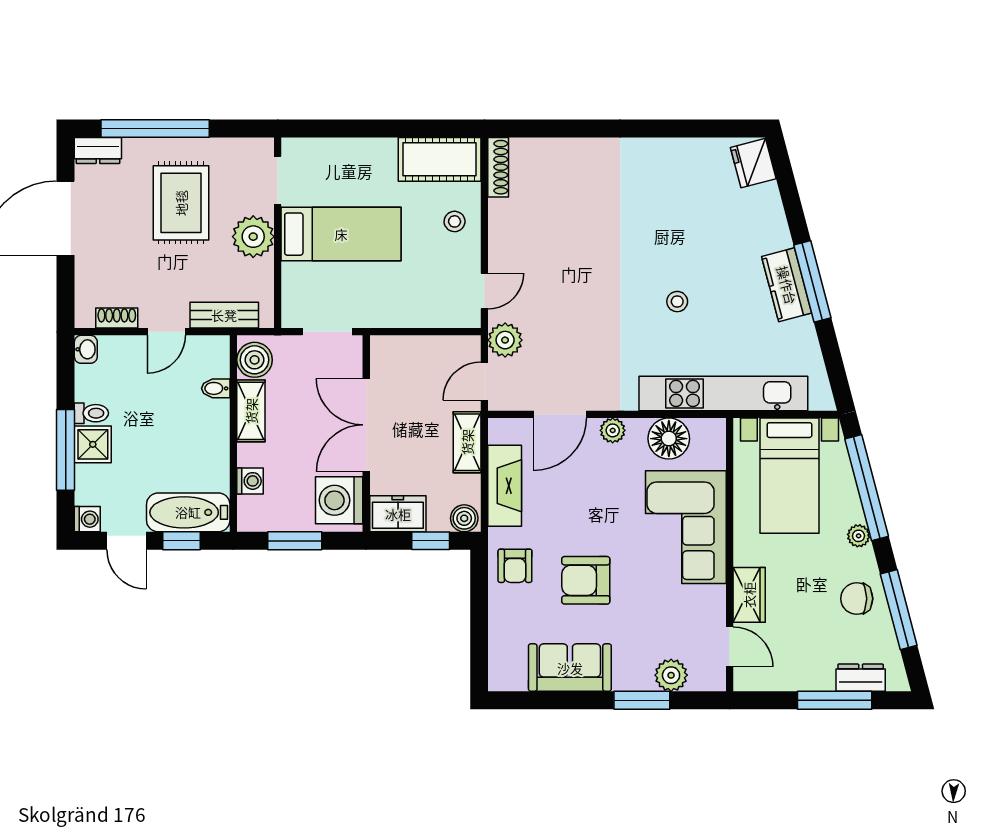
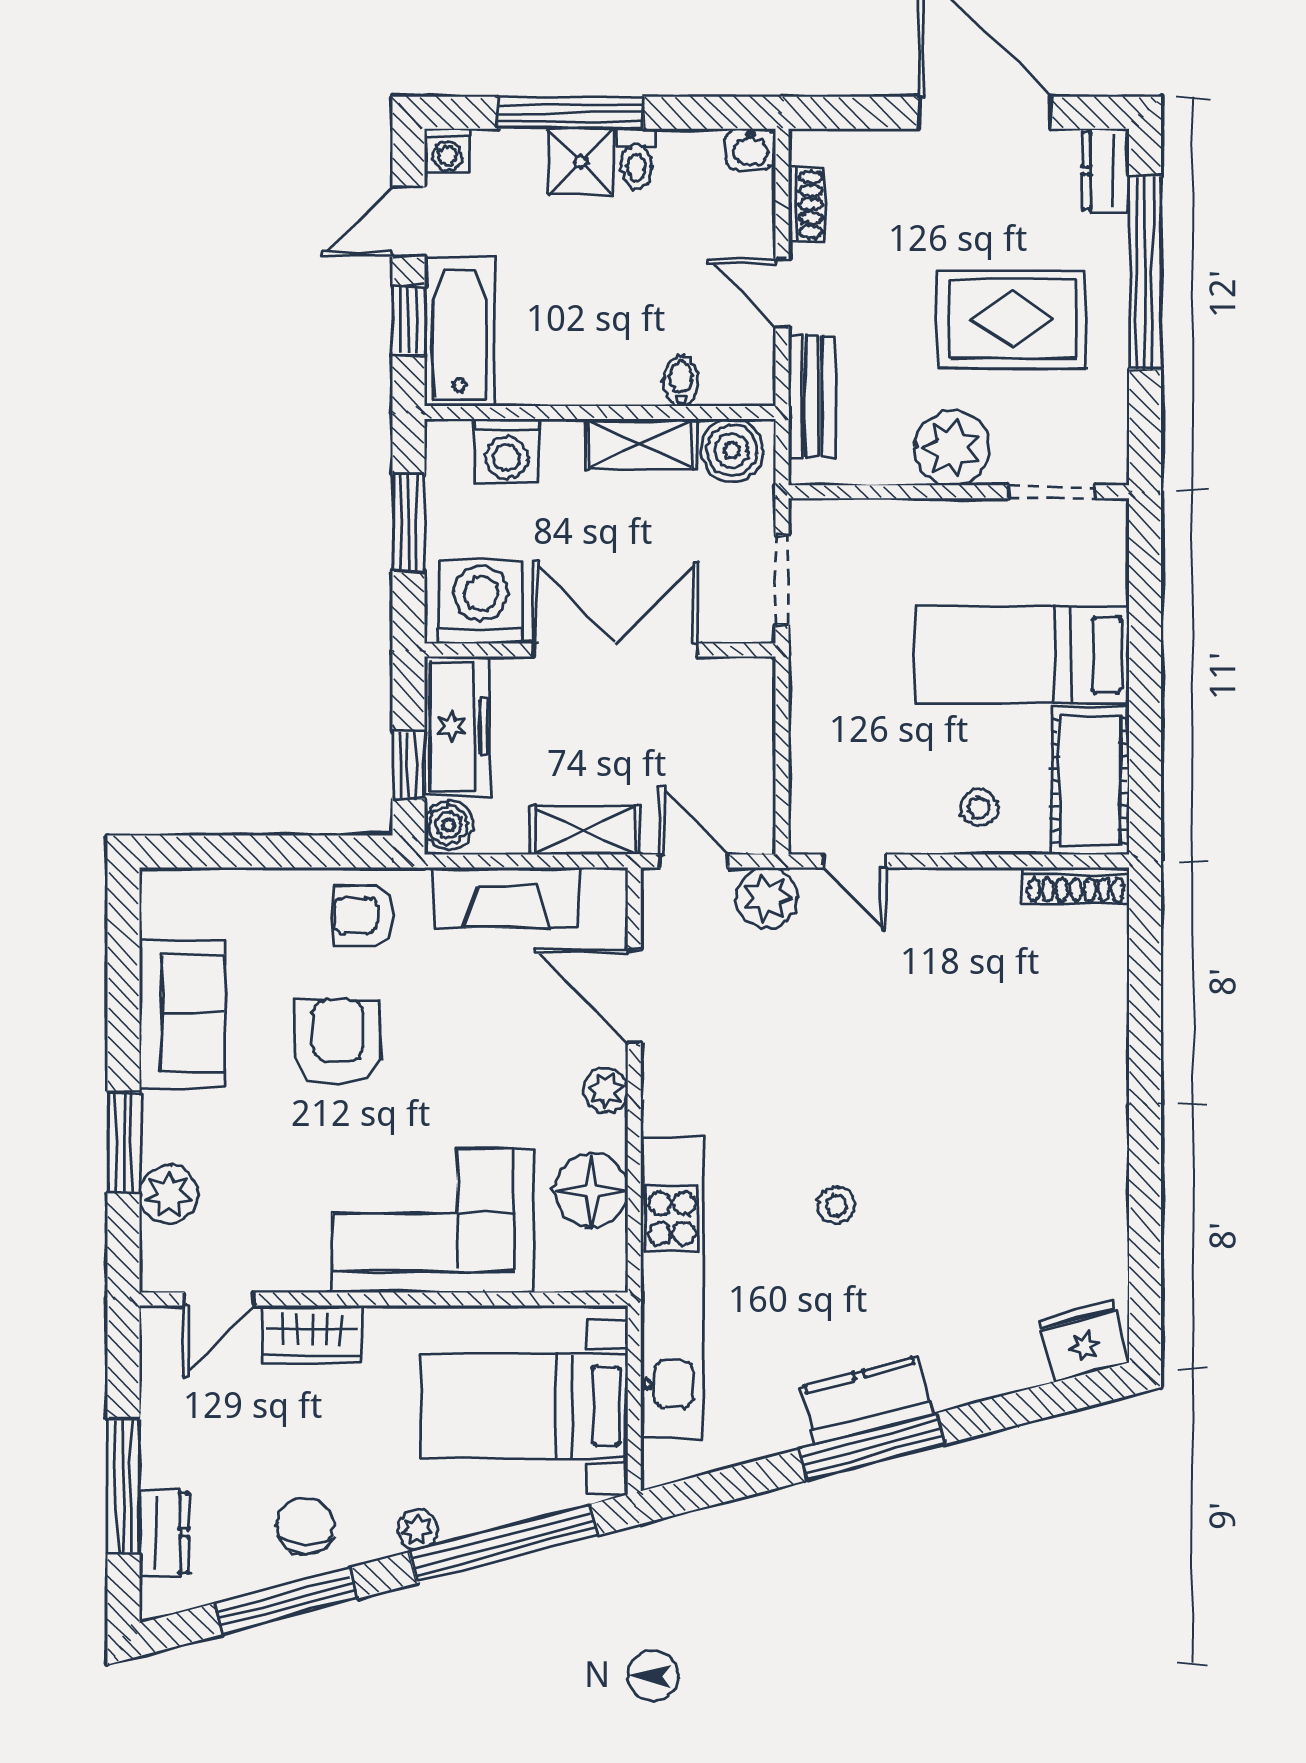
bed: (341, 234) -> (1022, 655), moved, turned 90
washing machine: (250, 481) -> (506, 451), width x1.38, depth x1.38
freezer: (398, 514) -> (457, 726), width x1.40

